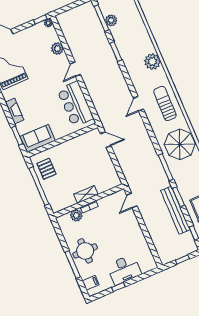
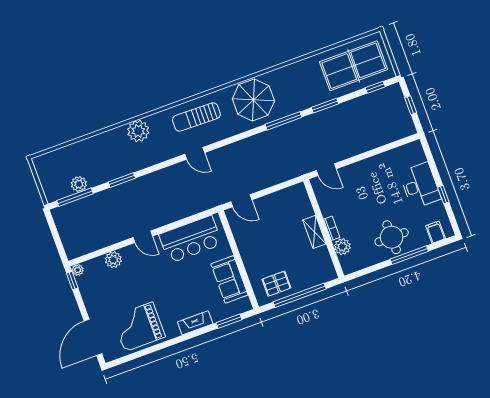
sofa: (38, 139) -> (229, 279), moved
door: (106, 140) -> (241, 201), swing flipped
bench: (175, 210) -> (343, 111), removed

